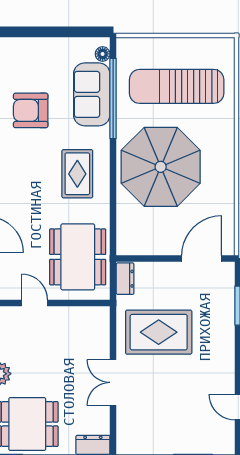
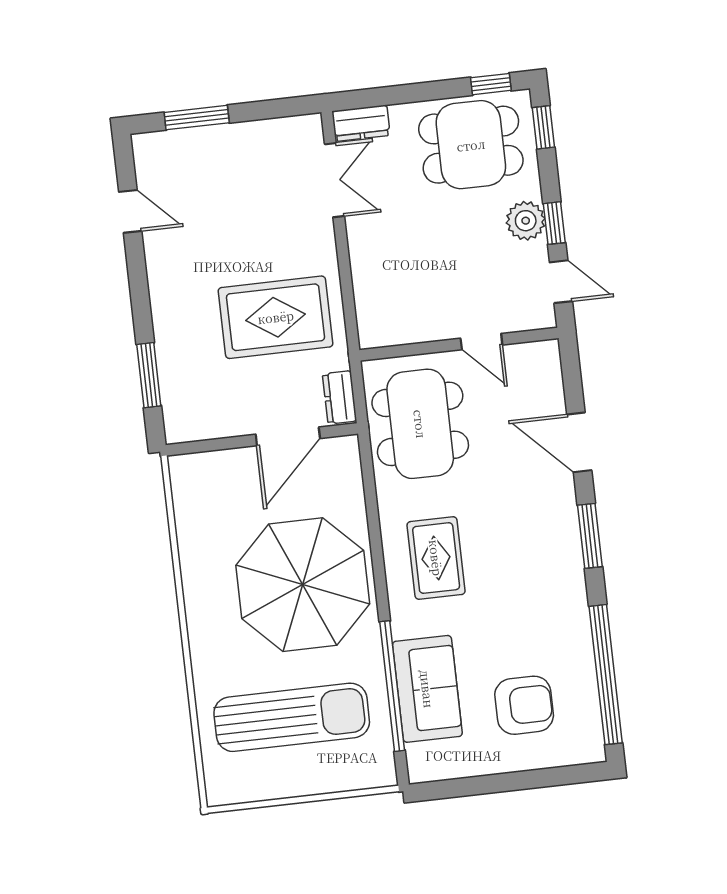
floor lamp: (103, 54) -> (417, 756), removed
armchair: (31, 110) -> (524, 705), moved
door: (202, 258) -> (288, 436), moved
double door: (113, 382) -> (335, 180), moved

